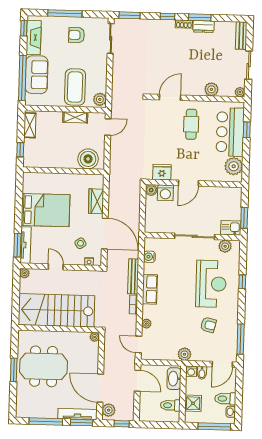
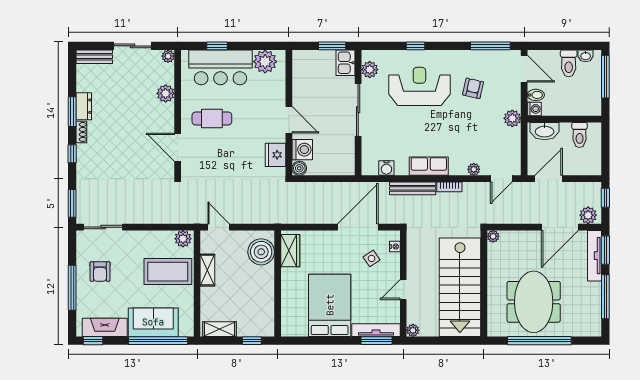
wardrobe: (96, 201) -> (290, 251), moved, turned -90
window: (14, 370) -> (539, 341), width x2.11
shower: (193, 403) -> (576, 105), removed

